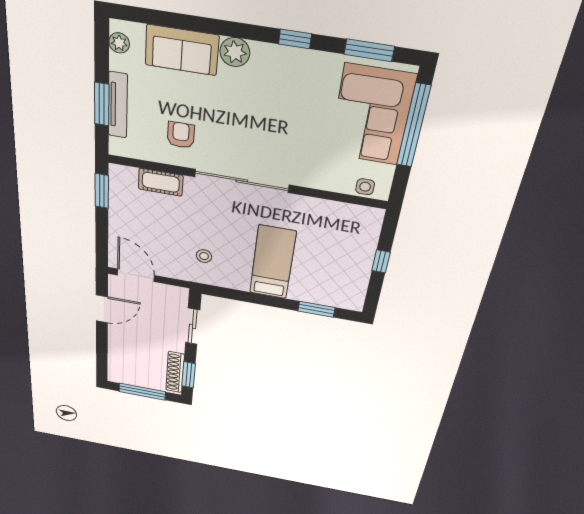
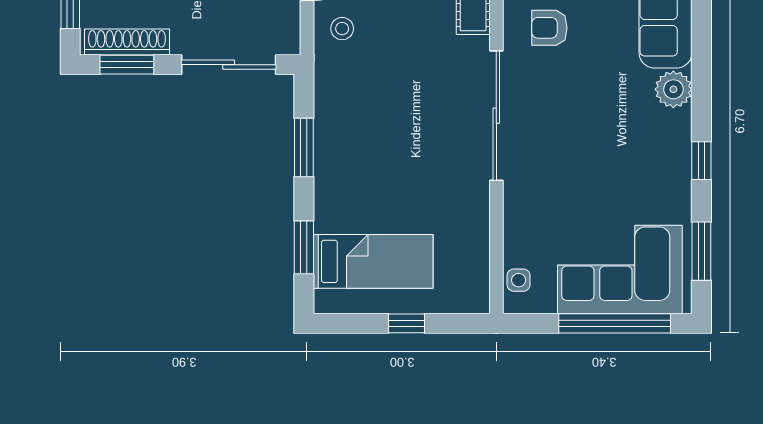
armchair: (181, 135) -> (549, 28), turned 180
stool: (204, 256) -> (342, 29), moved
bed: (273, 262) -> (373, 261), moved
window: (250, 297) -> (304, 147), added
sliding door: (193, 326) -> (229, 65), width x1.37

